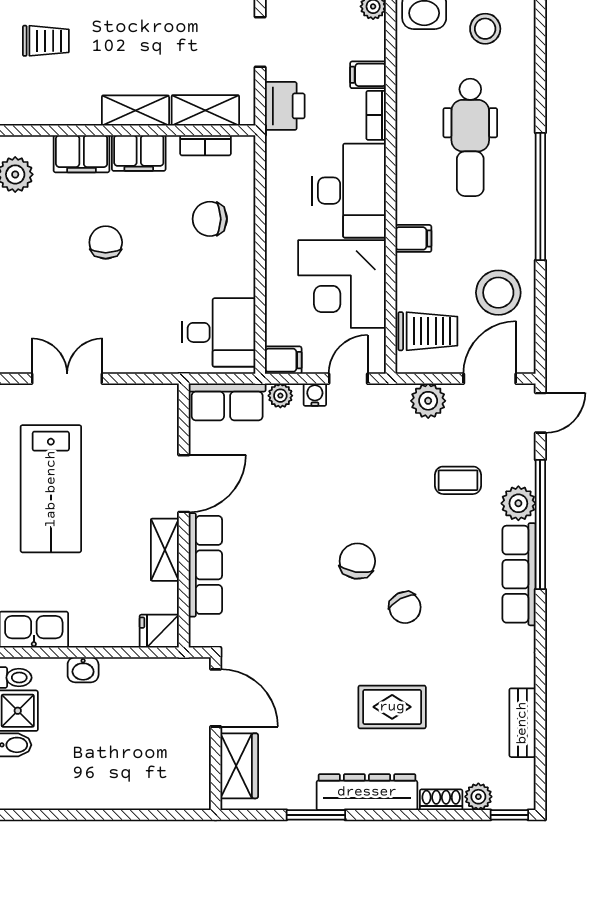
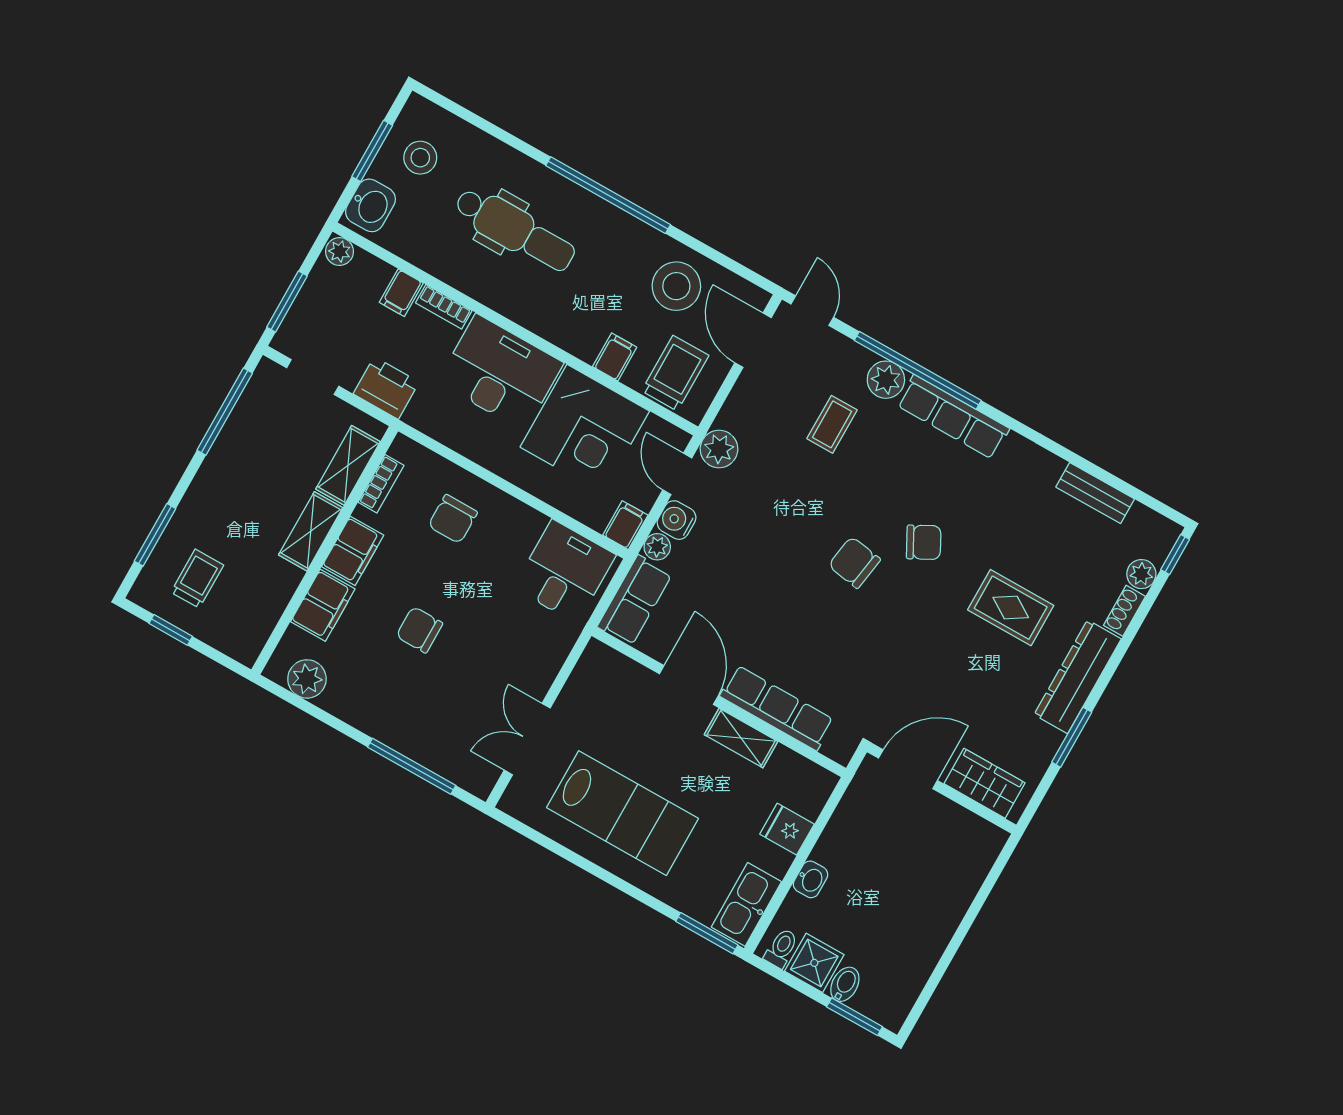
filing cabinet: (413, 238) -> (615, 357), moved
water cooler: (315, 395) -> (677, 520), width x1.38, depth x1.38
plant: (428, 401) -> (719, 449), moved
fridge: (159, 631) -> (787, 829), moved, turned 90
rug: (392, 707) -> (1011, 608), turned 90

